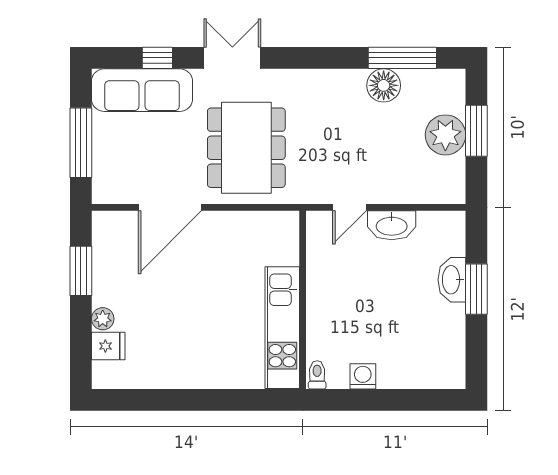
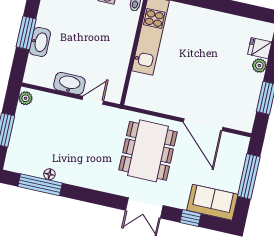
floor lamp: (384, 85) -> (49, 174), width x0.53, depth x0.53
sofa: (142, 90) -> (212, 202), width x0.73
plant: (445, 135) -> (26, 98), moved, width x0.53, depth x0.53
door: (170, 207) -> (203, 125), swing flipped

